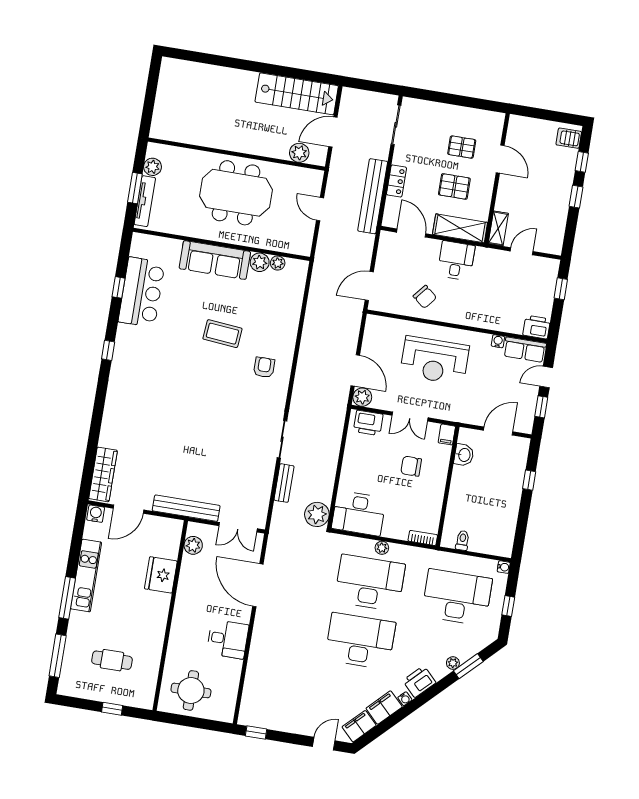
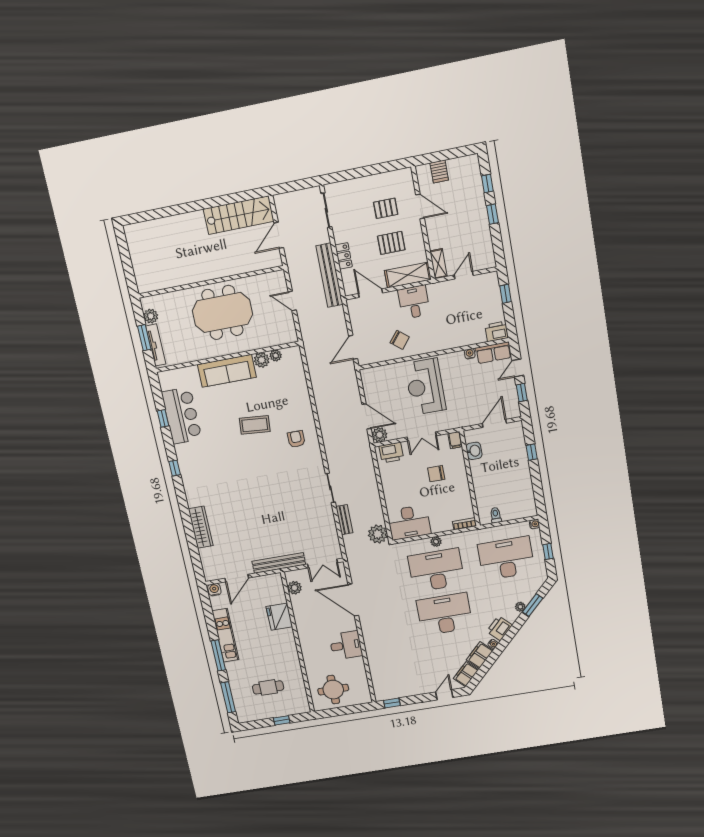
server rack: (569, 138) -> (439, 171), moved, turned -90
plant: (299, 153) -> (259, 262), removed
reception desk: (435, 360) -> (425, 387), turned 90
wardrobe: (103, 474) -> (201, 527), moved

